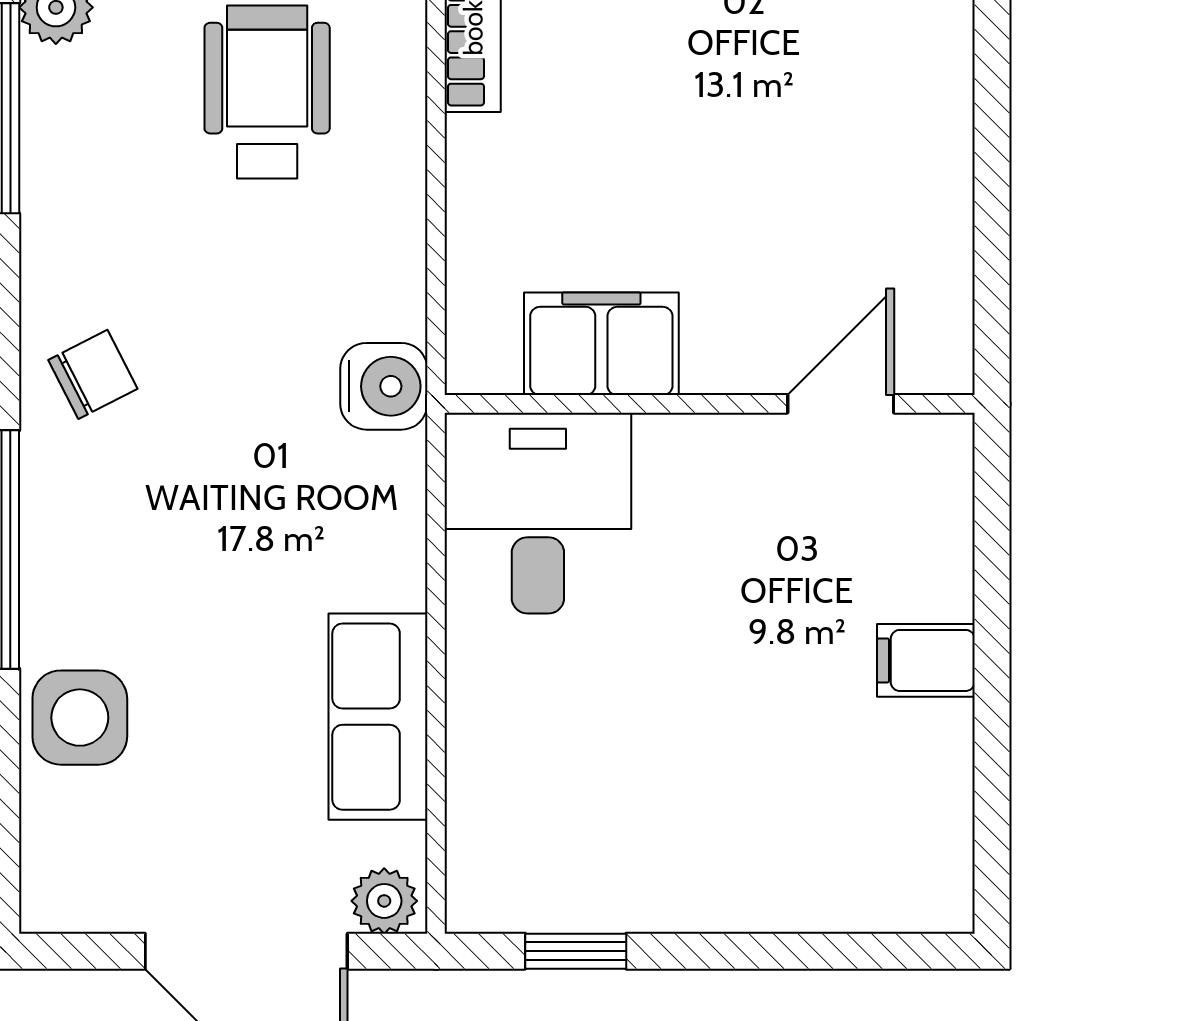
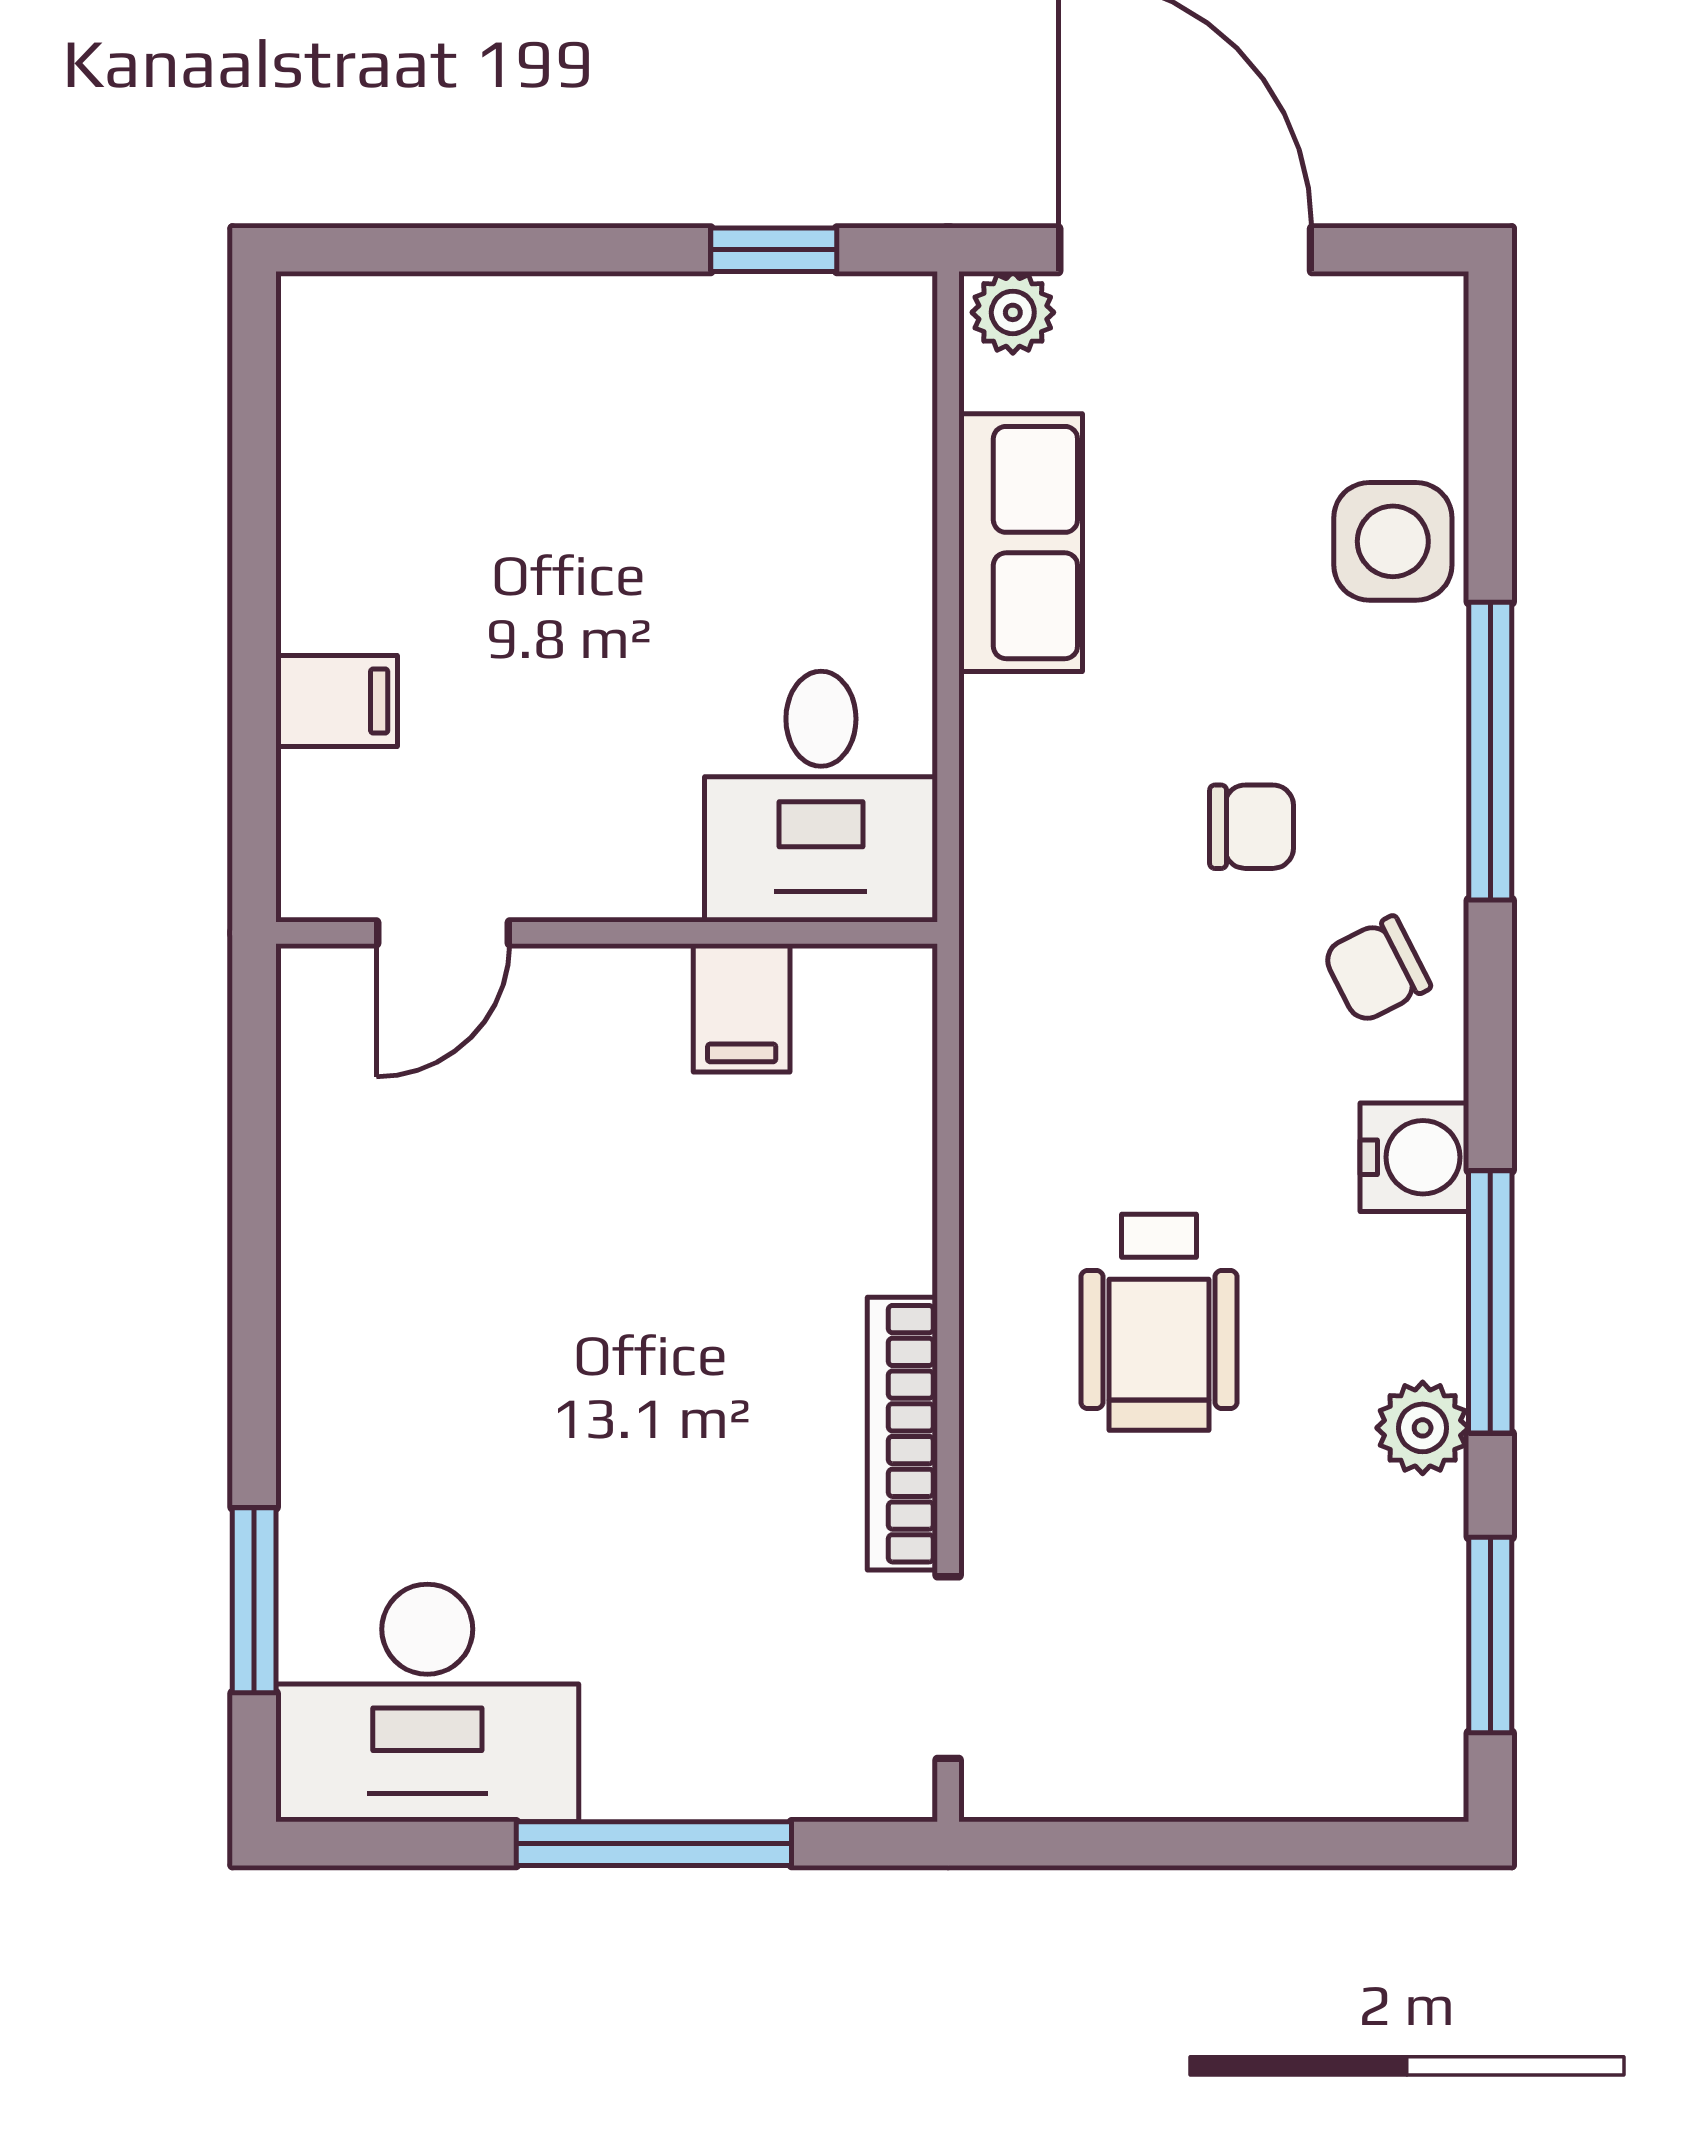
filing cabinet: (601, 344) -> (742, 1008), width x0.50
water cooler: (384, 386) -> (1414, 1157), moved, turned 180
chair: (193, 489) -> (1251, 827), added
filing cabinet: (926, 660) -> (337, 701), moved

